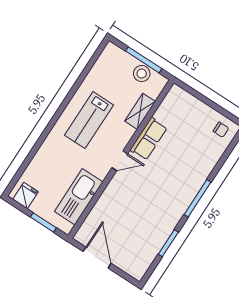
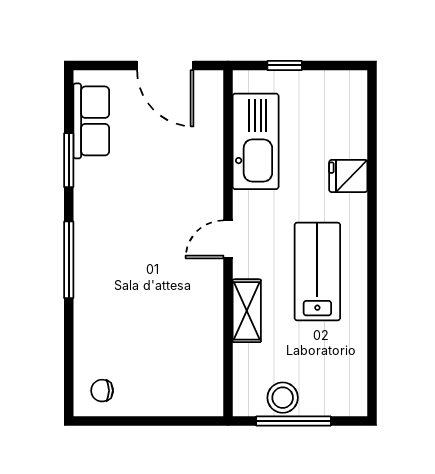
shelving: (140, 111) -> (247, 311), moved
row of seats: (149, 139) -> (91, 121), moved, turned 180
fridge: (25, 195) -> (348, 176), moved, turned 90
window: (43, 222) -> (285, 65), width x0.67

